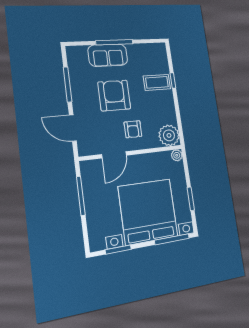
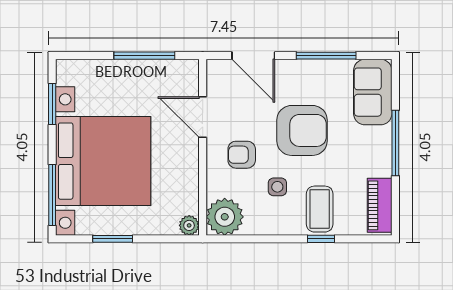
piano: (150, 50) -> (380, 205), added
sofa: (108, 55) -> (373, 92), moved
side table: (148, 107) -> (277, 187), added
door: (73, 128) -> (253, 56), swing flipped

